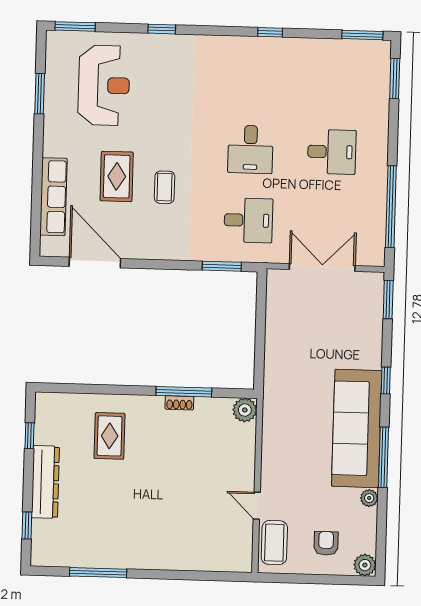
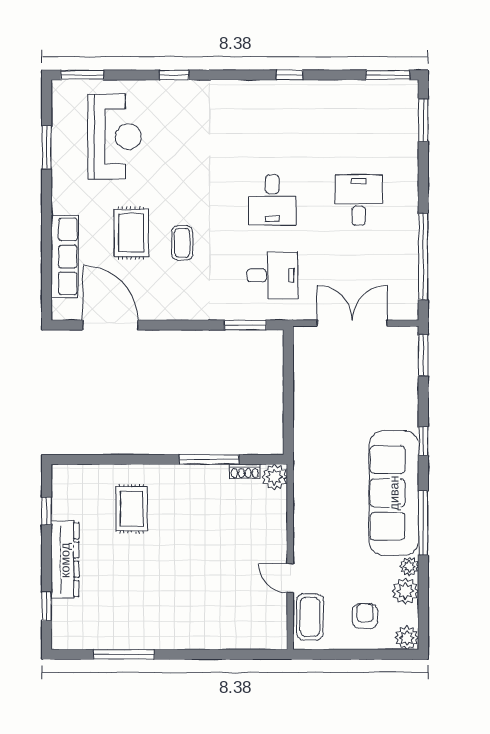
desk: (332, 152) -> (359, 200), turned -90
shoe rack: (179, 403) -> (245, 471), moved
plant: (365, 521) -> (405, 591), added

